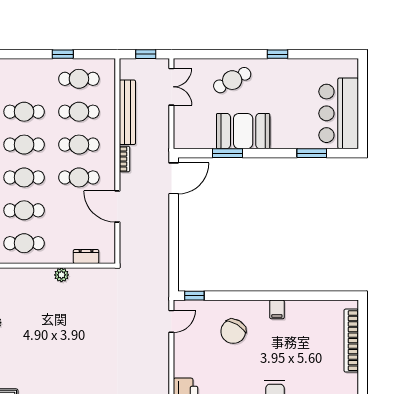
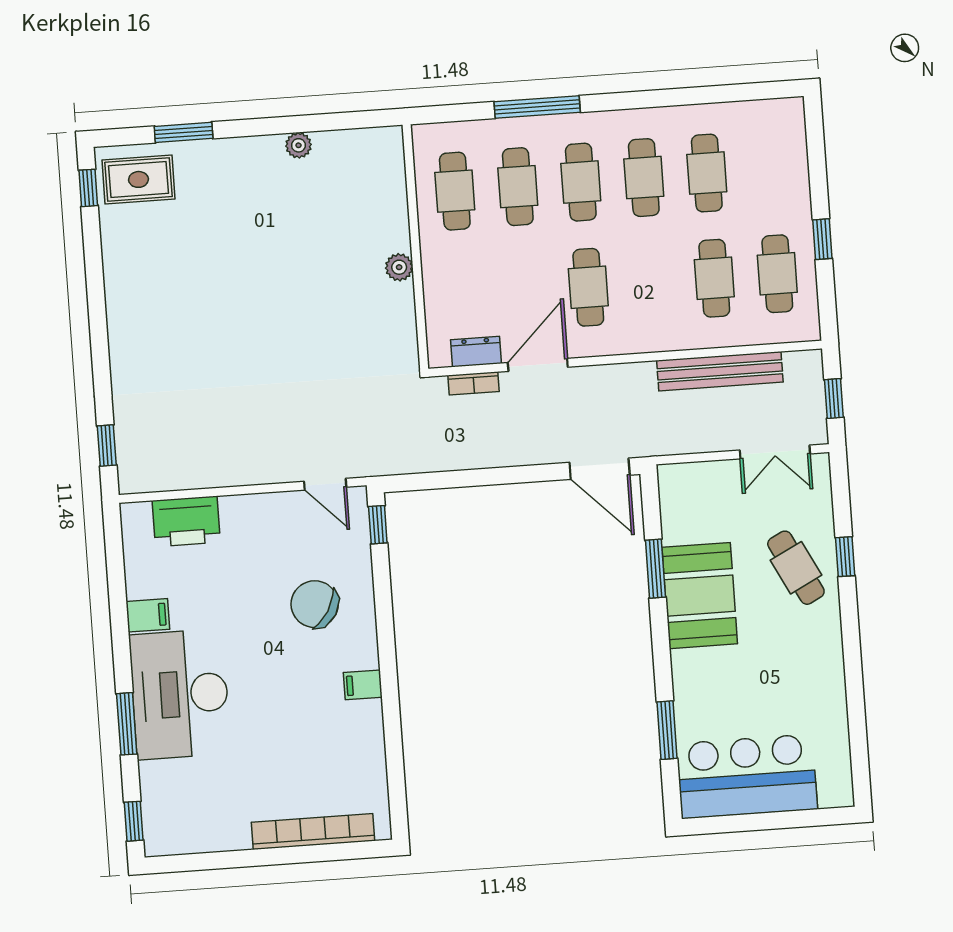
window: (278, 54) -> (845, 557), moved
cafe table: (79, 145) -> (651, 283), removed
bookcase: (125, 159) -> (474, 383), moved
dresser: (86, 257) -> (476, 352), moved, turned -90

